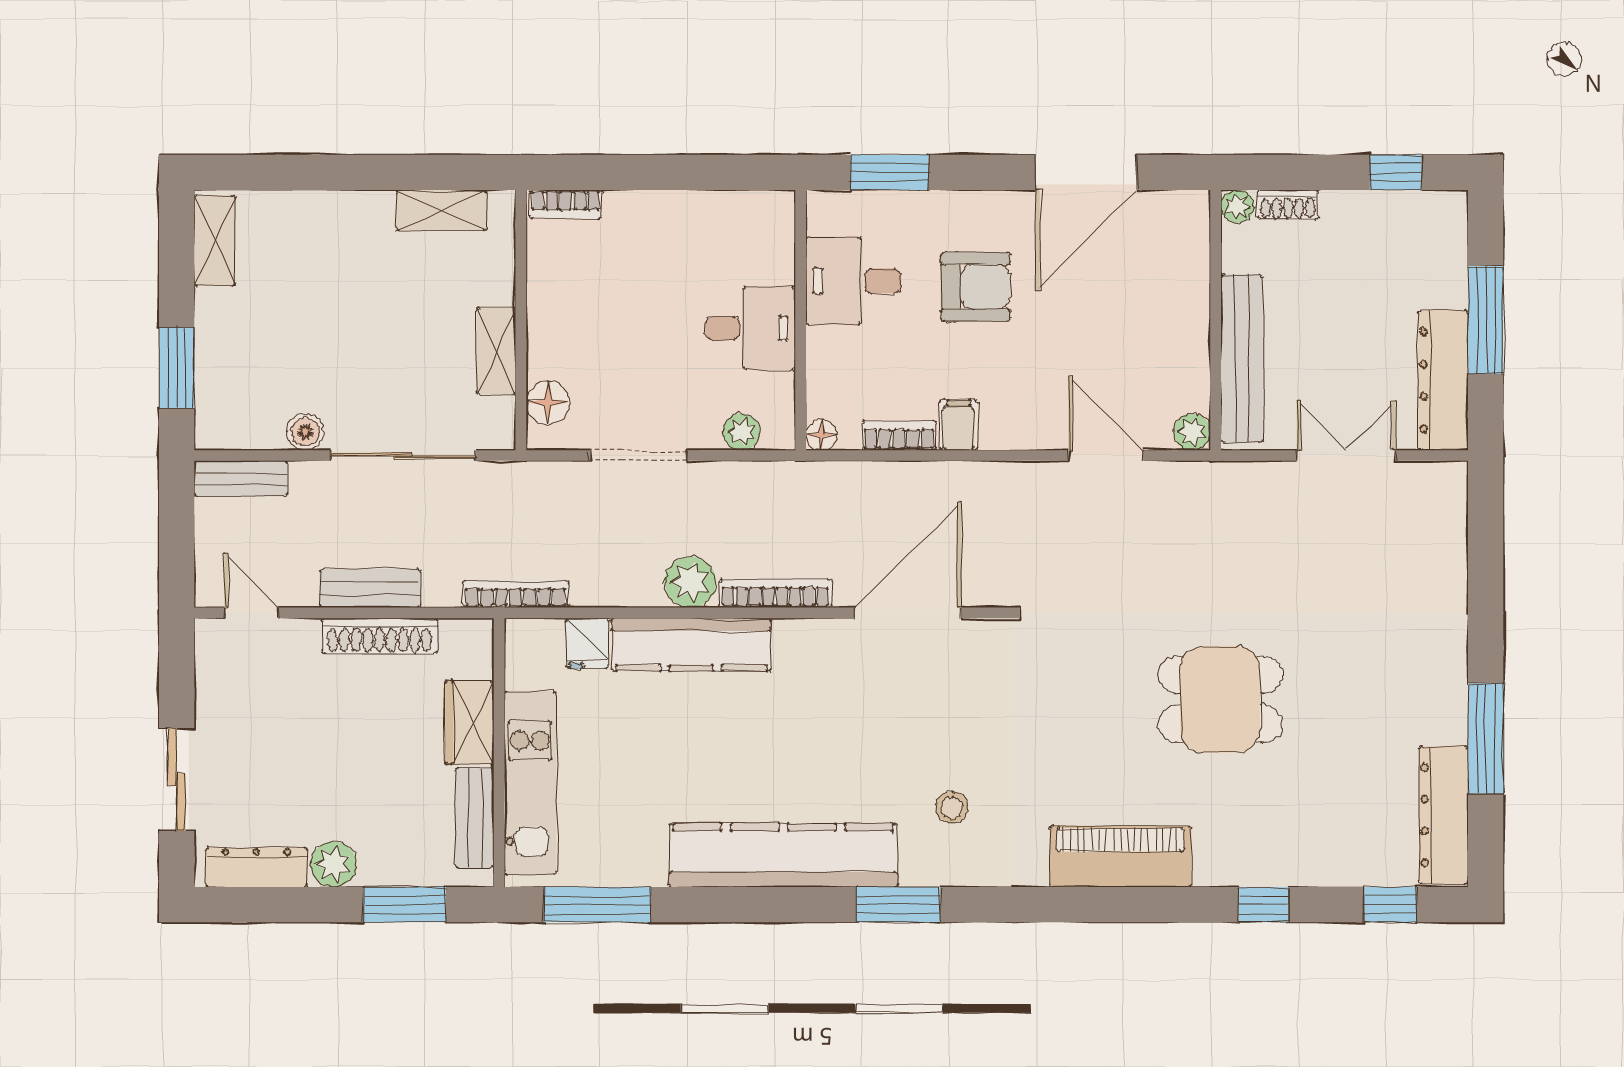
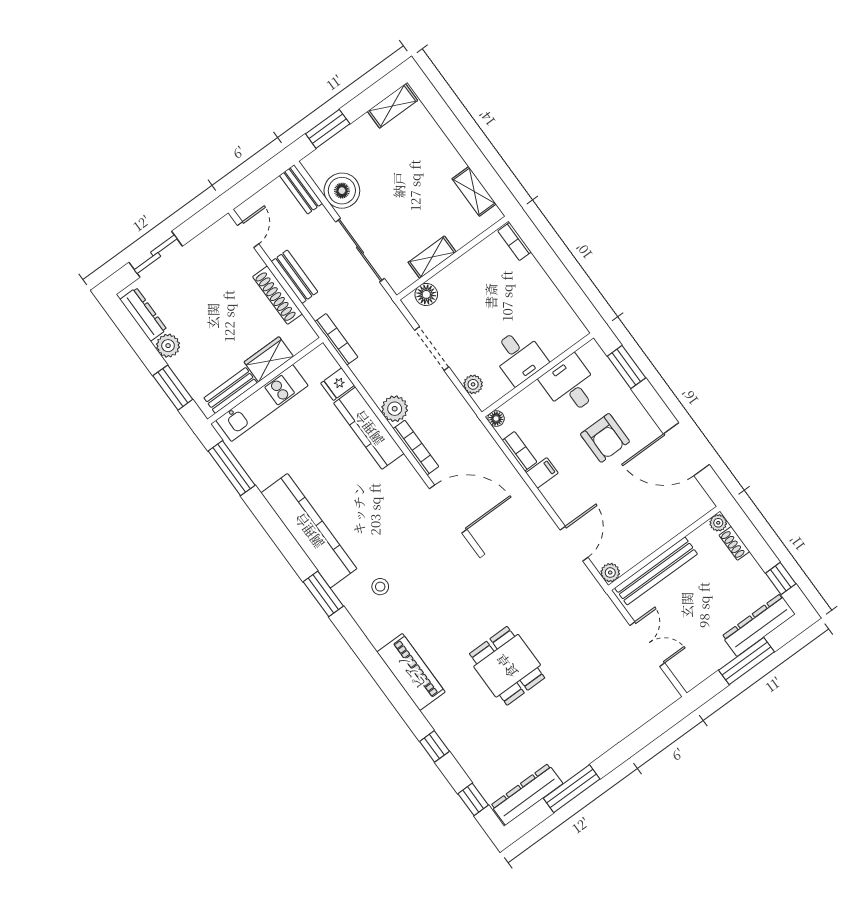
dresser: (1443, 380) -> (759, 625), moved
boiler: (305, 432) -> (342, 191), width x1.86, depth x1.86

